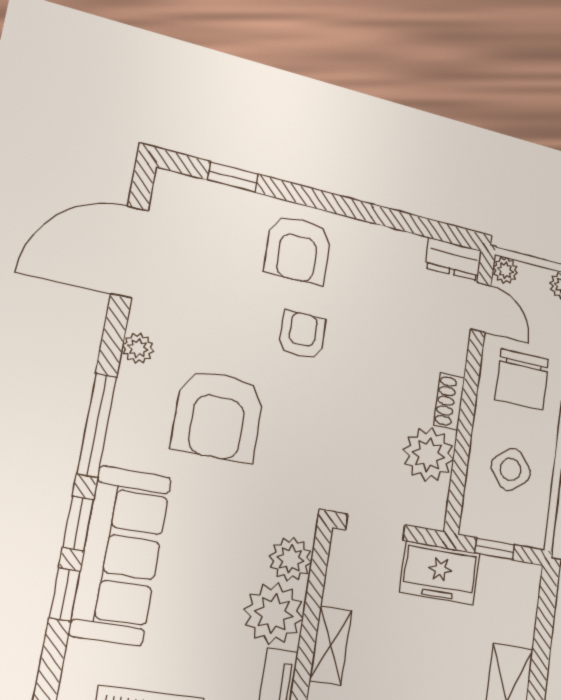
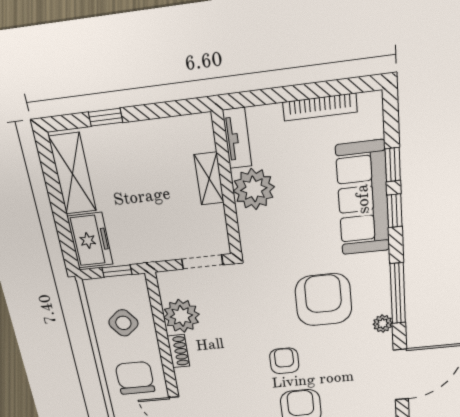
armchair: (302, 335) -> (284, 361), turned 180
window: (97, 425) -> (398, 294), moved
plant: (291, 559) -> (253, 227), removed
freezer: (440, 573) -> (90, 240), moved, turned 90

